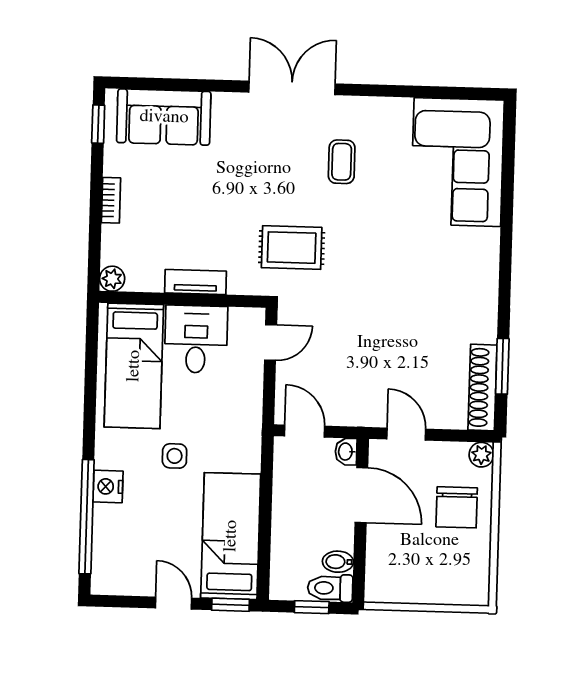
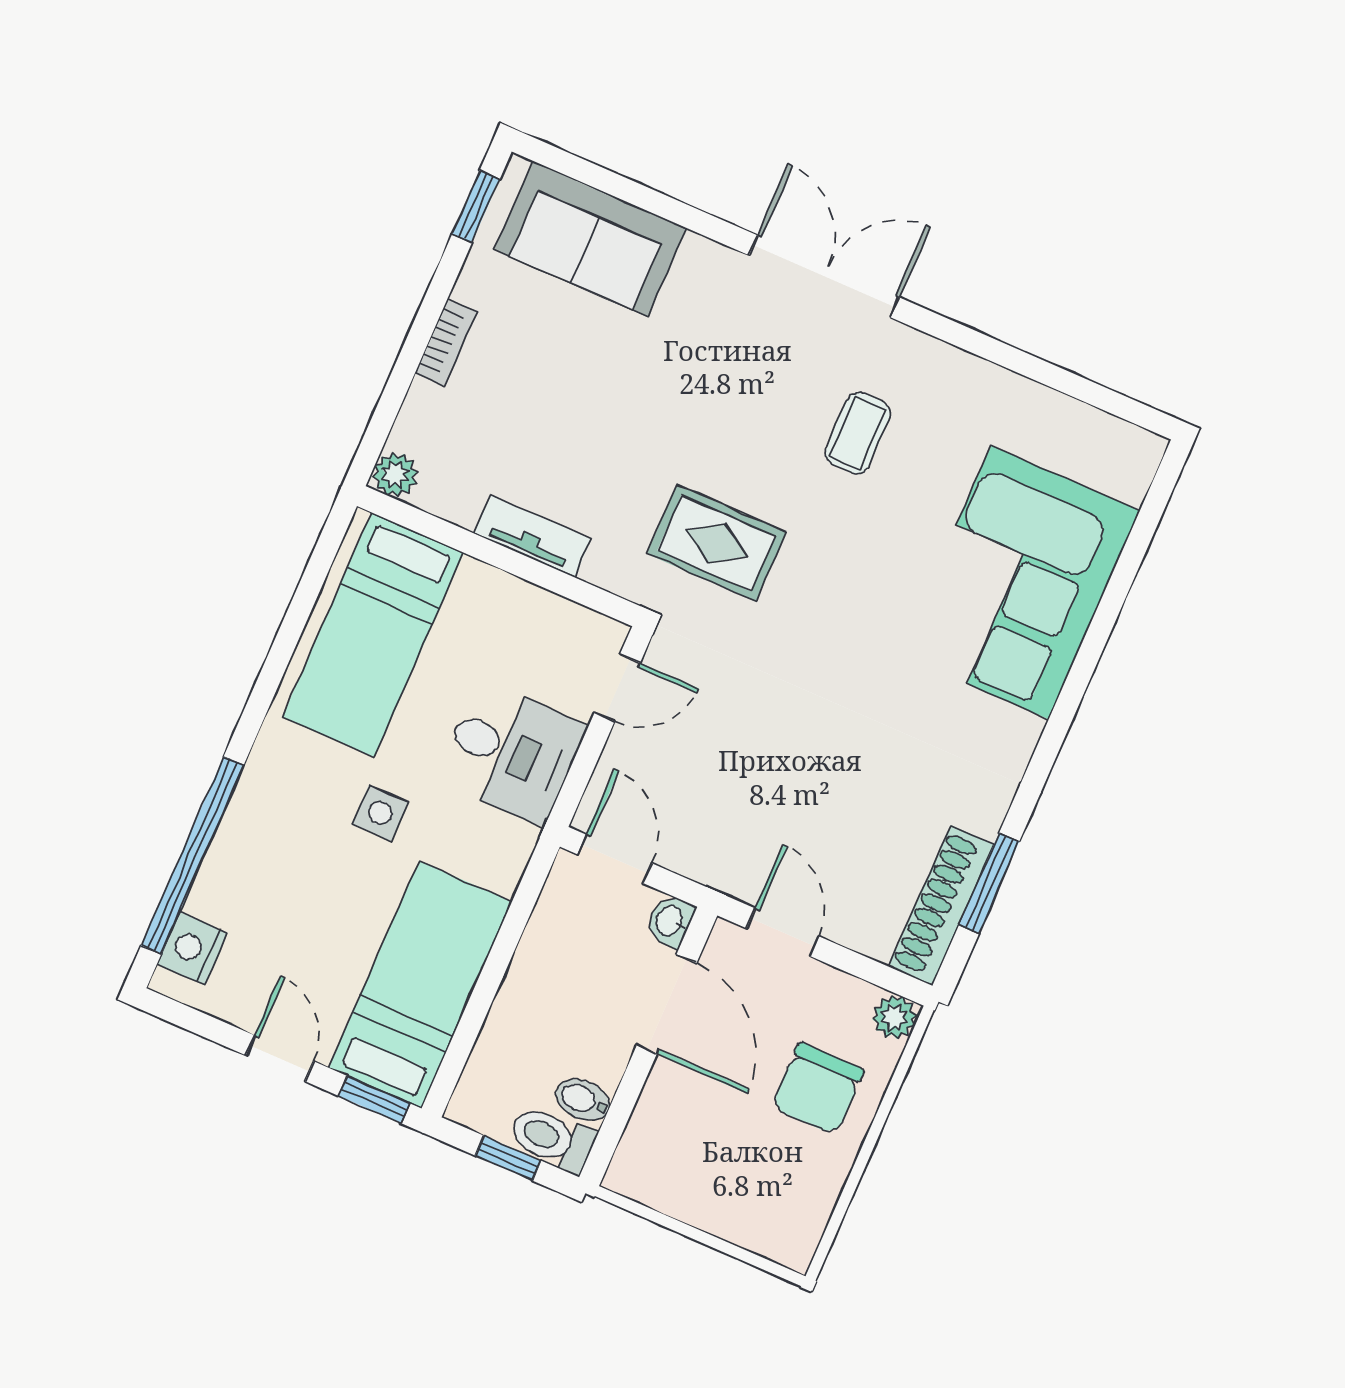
corner sofa: (457, 162) -> (1020, 582), moved
desk: (196, 339) -> (511, 753), moved, turned 90
nightstand: (108, 486) -> (192, 949), moved

